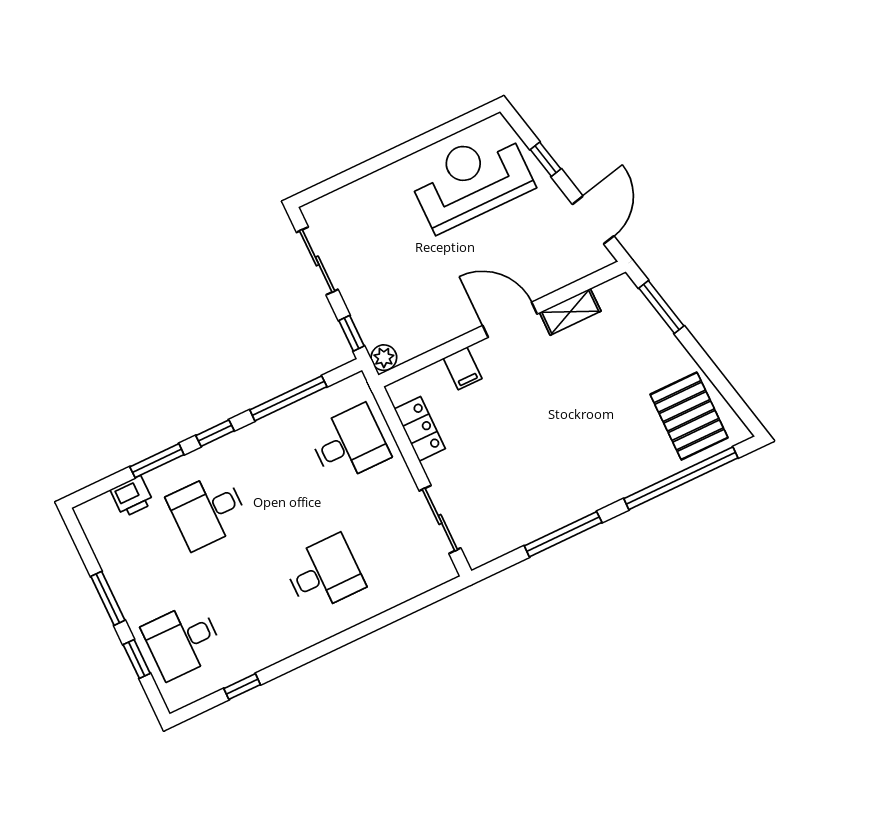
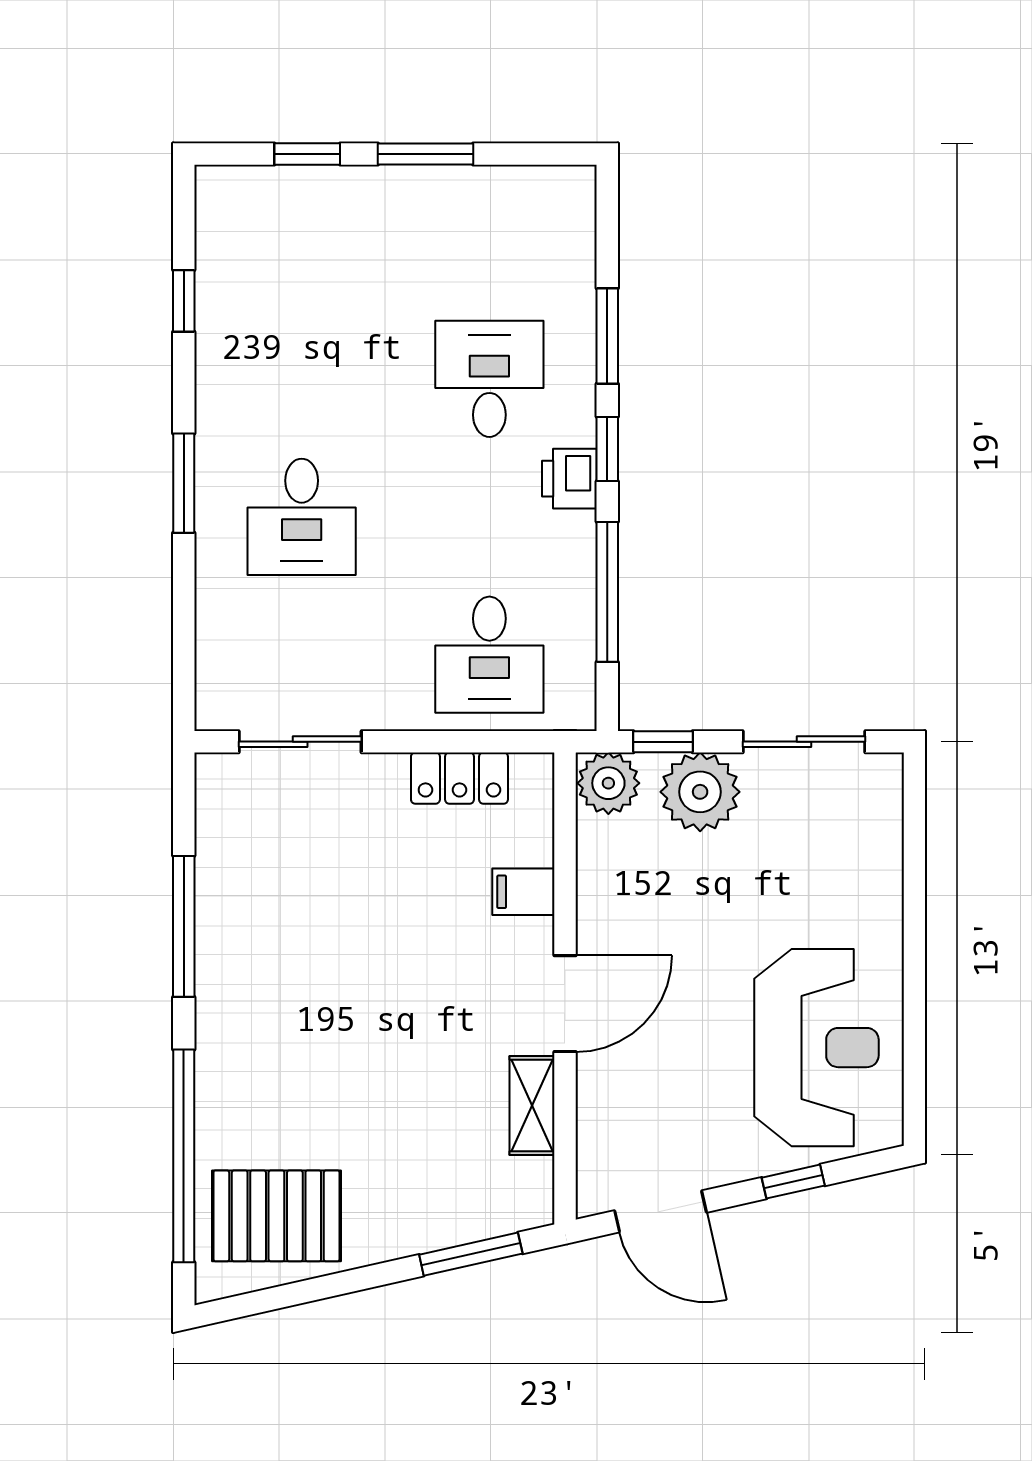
plant: (368, 302) -> (700, 792), added
plant: (384, 358) -> (608, 783), width x1.38, depth x1.38
printer: (132, 496) -> (569, 479), moved
desk: (183, 641) -> (302, 241), removed
window: (336, 642) -> (184, 483), added

